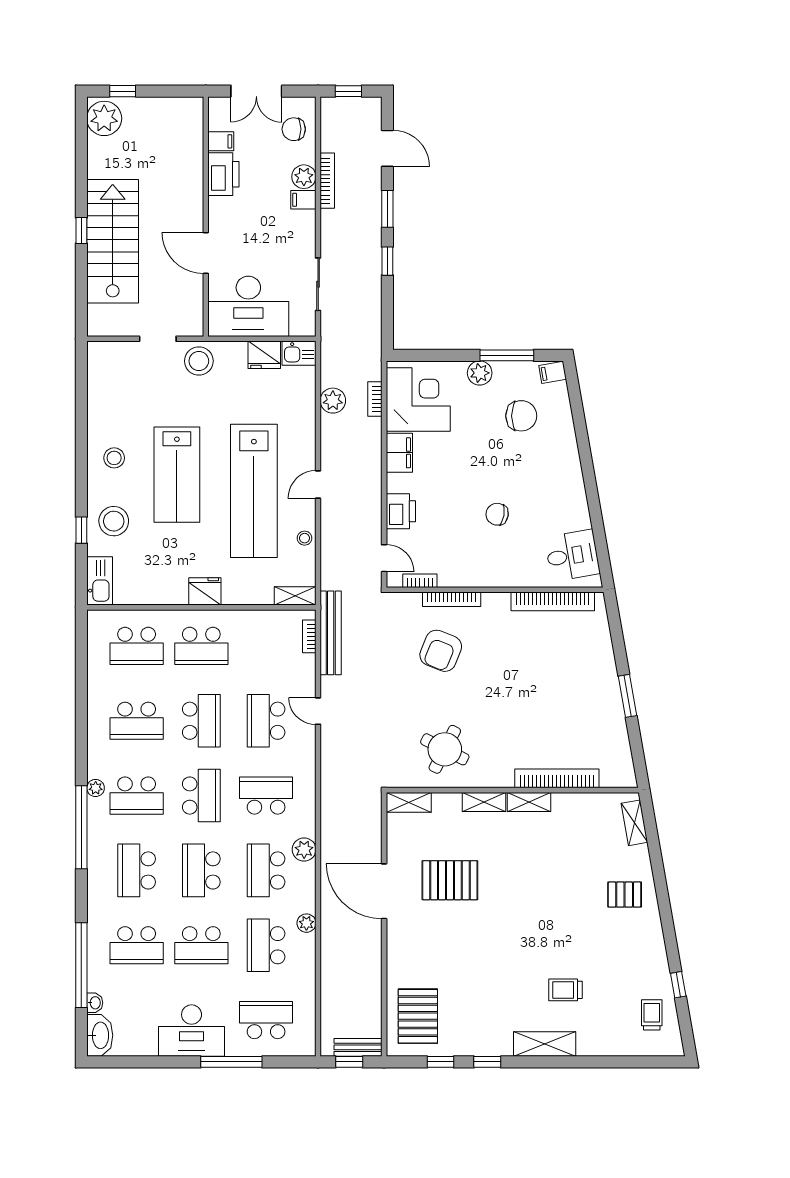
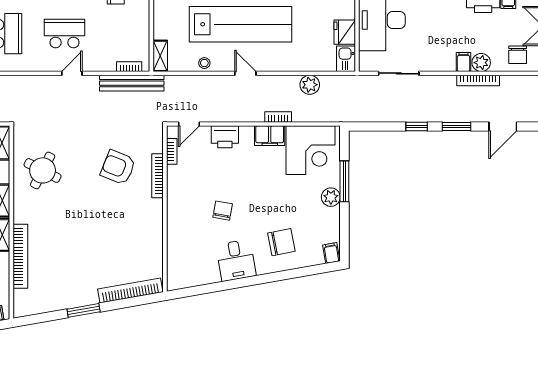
chair: (294, 129) -> (518, 55), turned 180
window: (507, 355) -> (344, 181), moved
bookcase: (375, 399) -> (278, 117), moved
chair: (521, 416) -> (281, 242), moved, turned -101
lab bench: (254, 491) -> (241, 24), turned 180
desk: (572, 555) -> (236, 260), moved
bookcase: (553, 601) -> (130, 291), moved, turned 80

